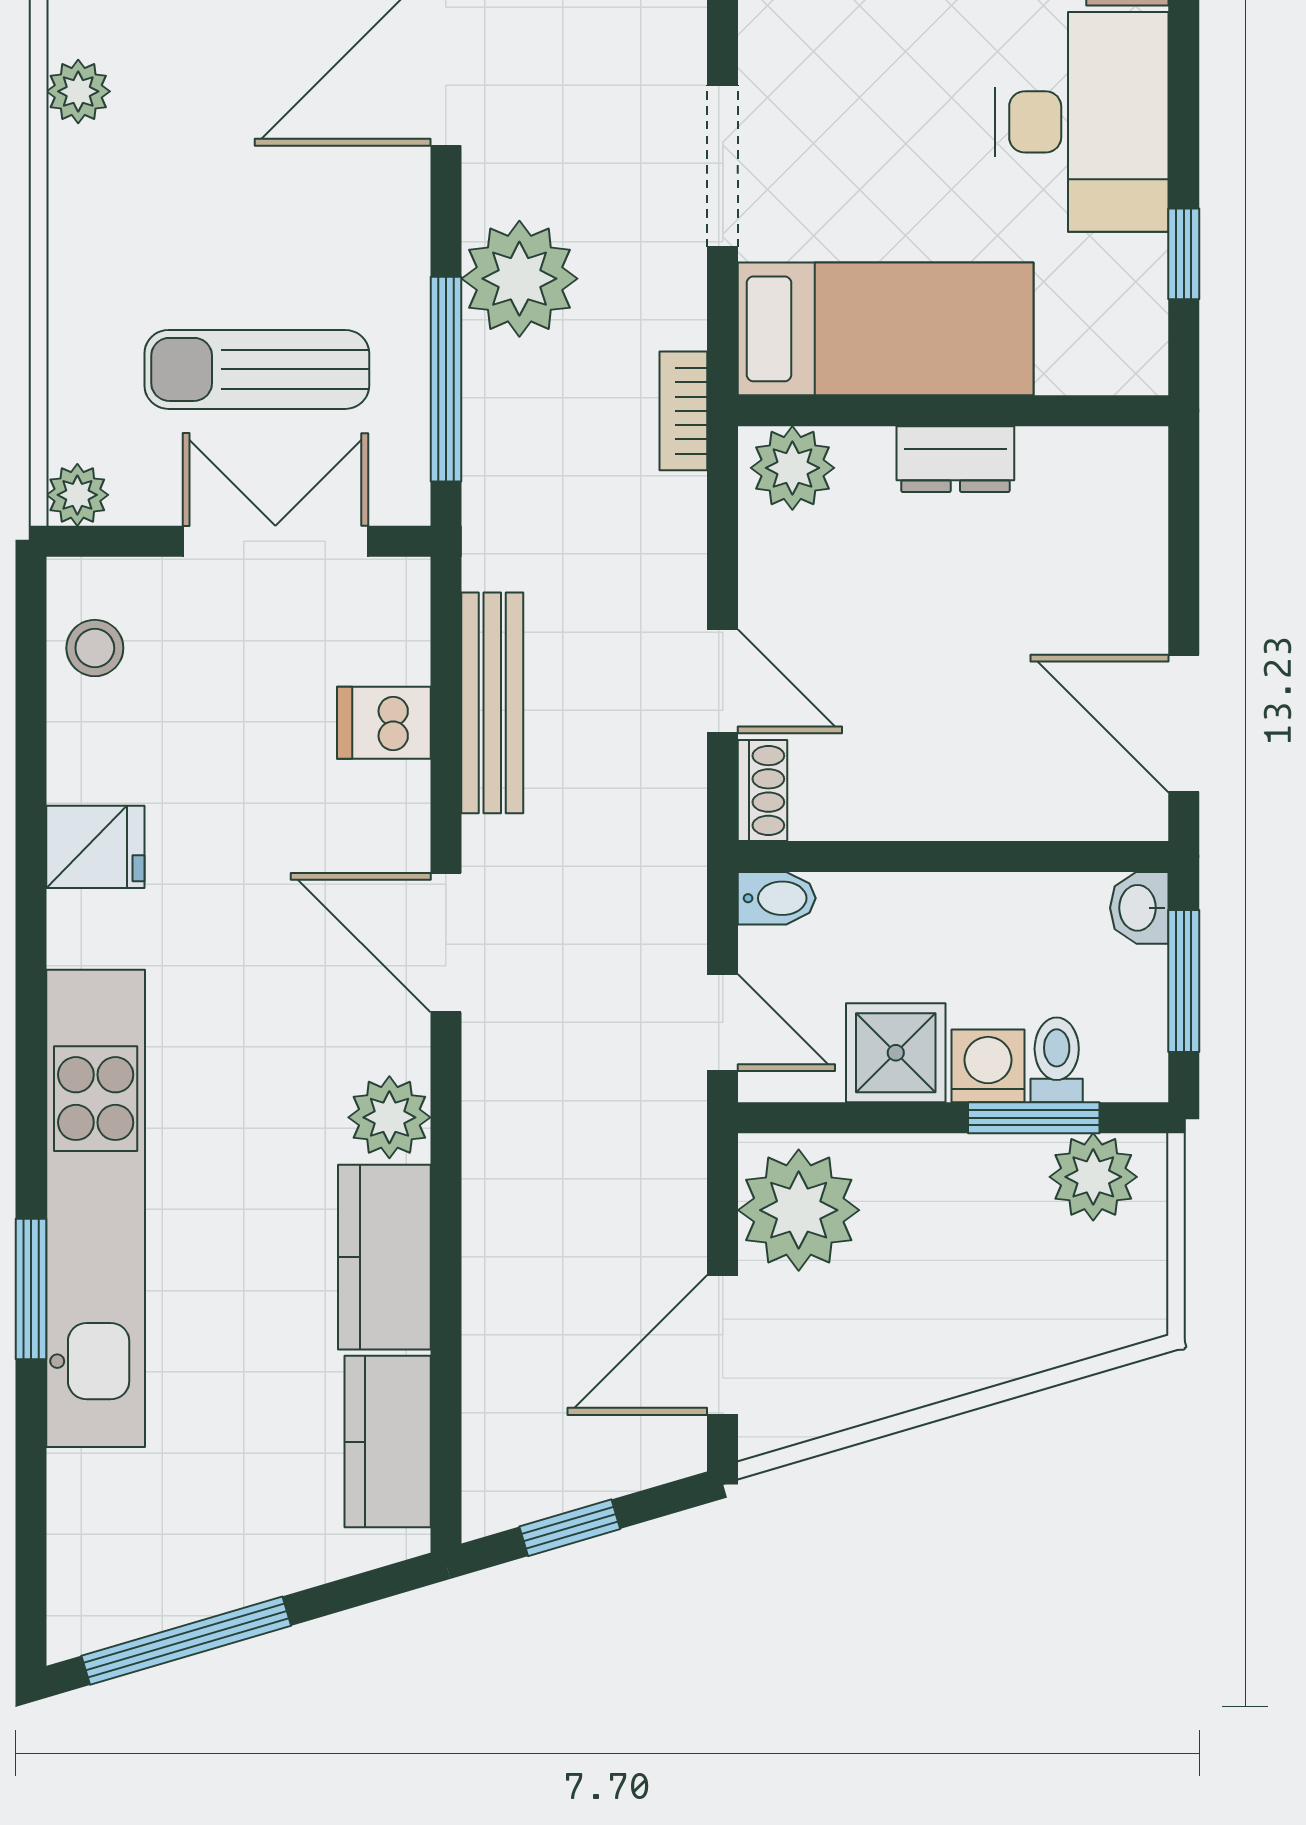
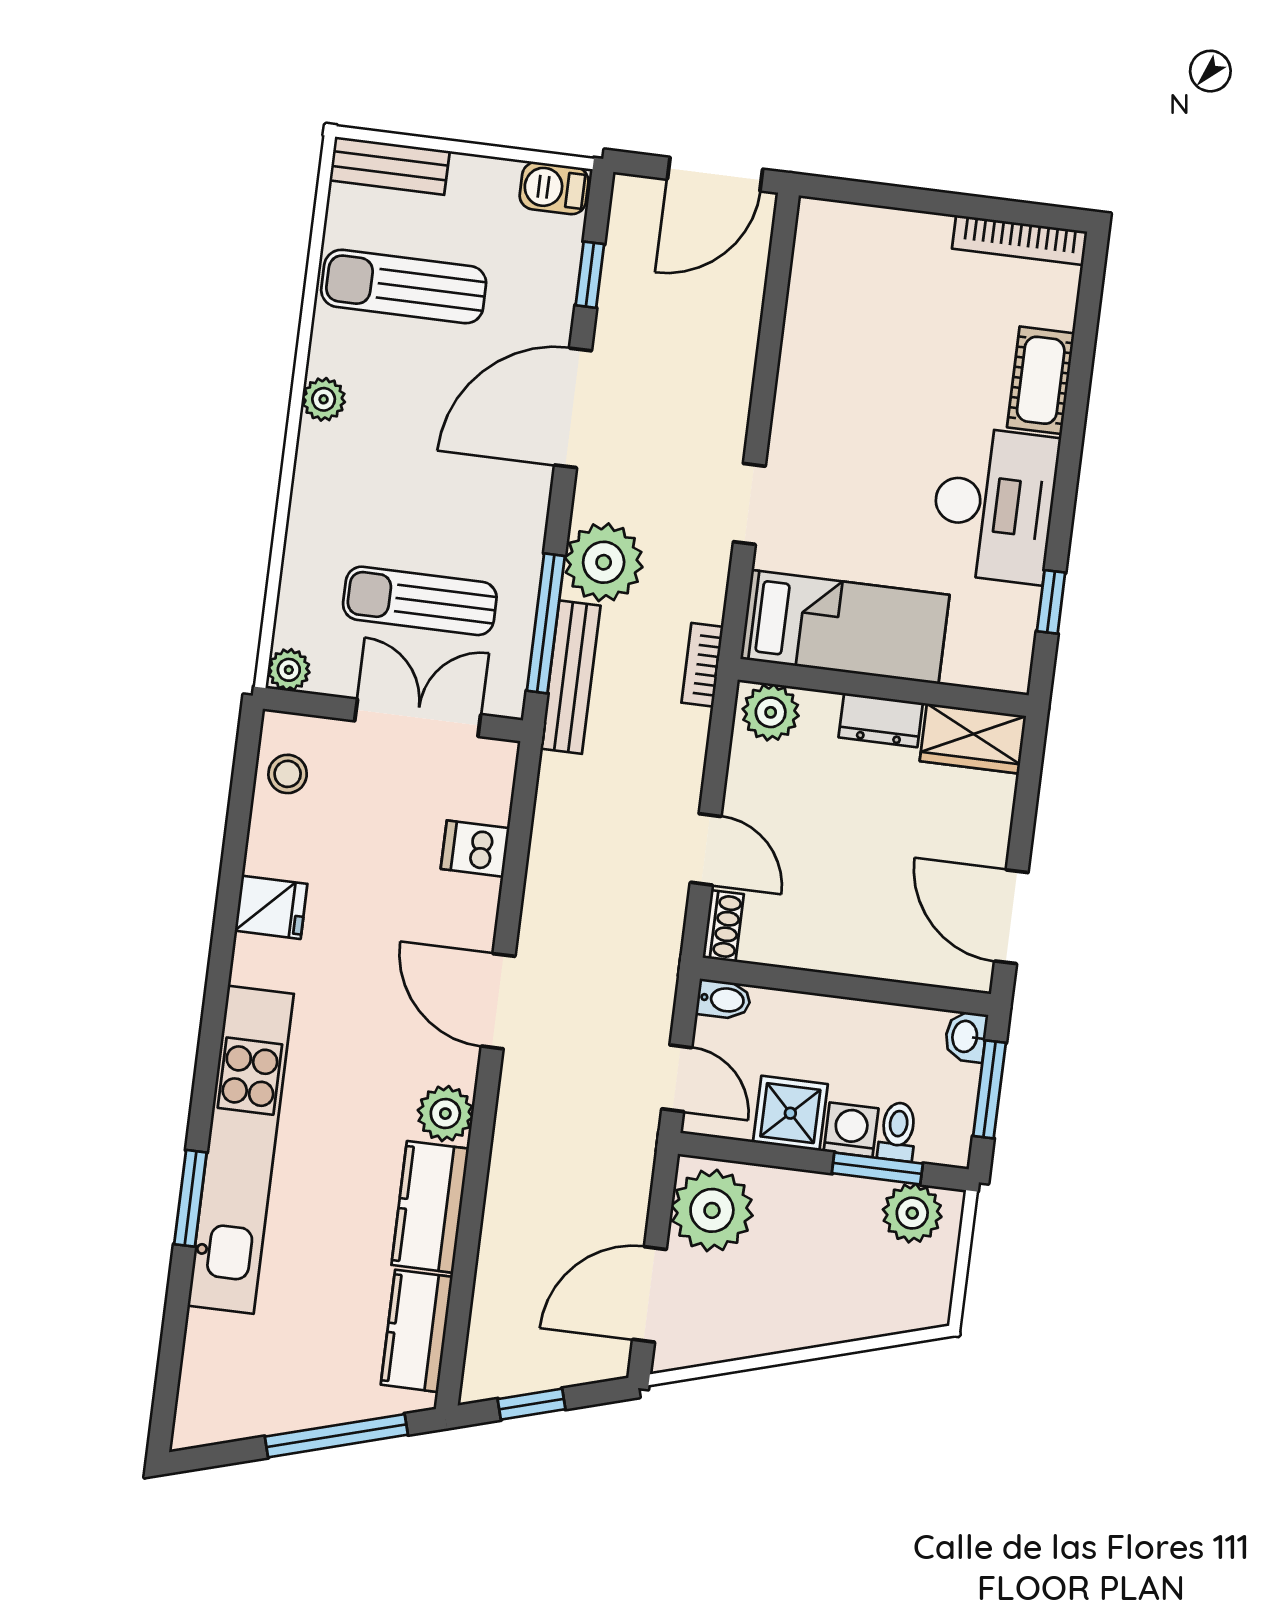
doorway: (723, 166) -> (749, 504), width x0.73
wardrobe: (1094, 469) -> (973, 739), added
bench: (492, 703) -> (571, 677), moved
window: (186, 1641) -> (336, 1436), moved

